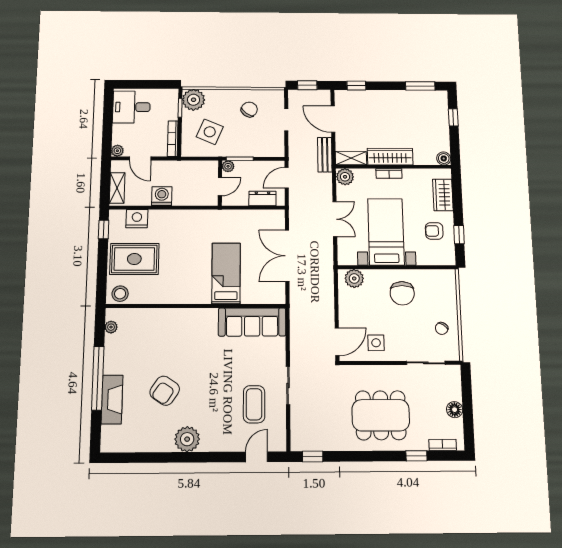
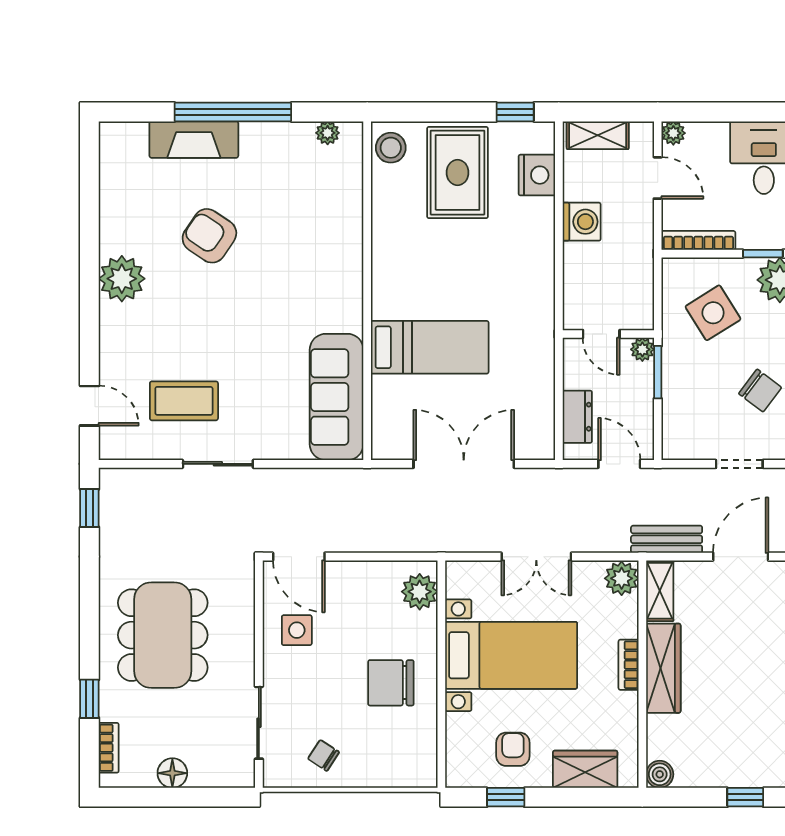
side table: (210, 132) -> (713, 313), turned 35
door: (140, 158) -> (658, 178), swing flipped

